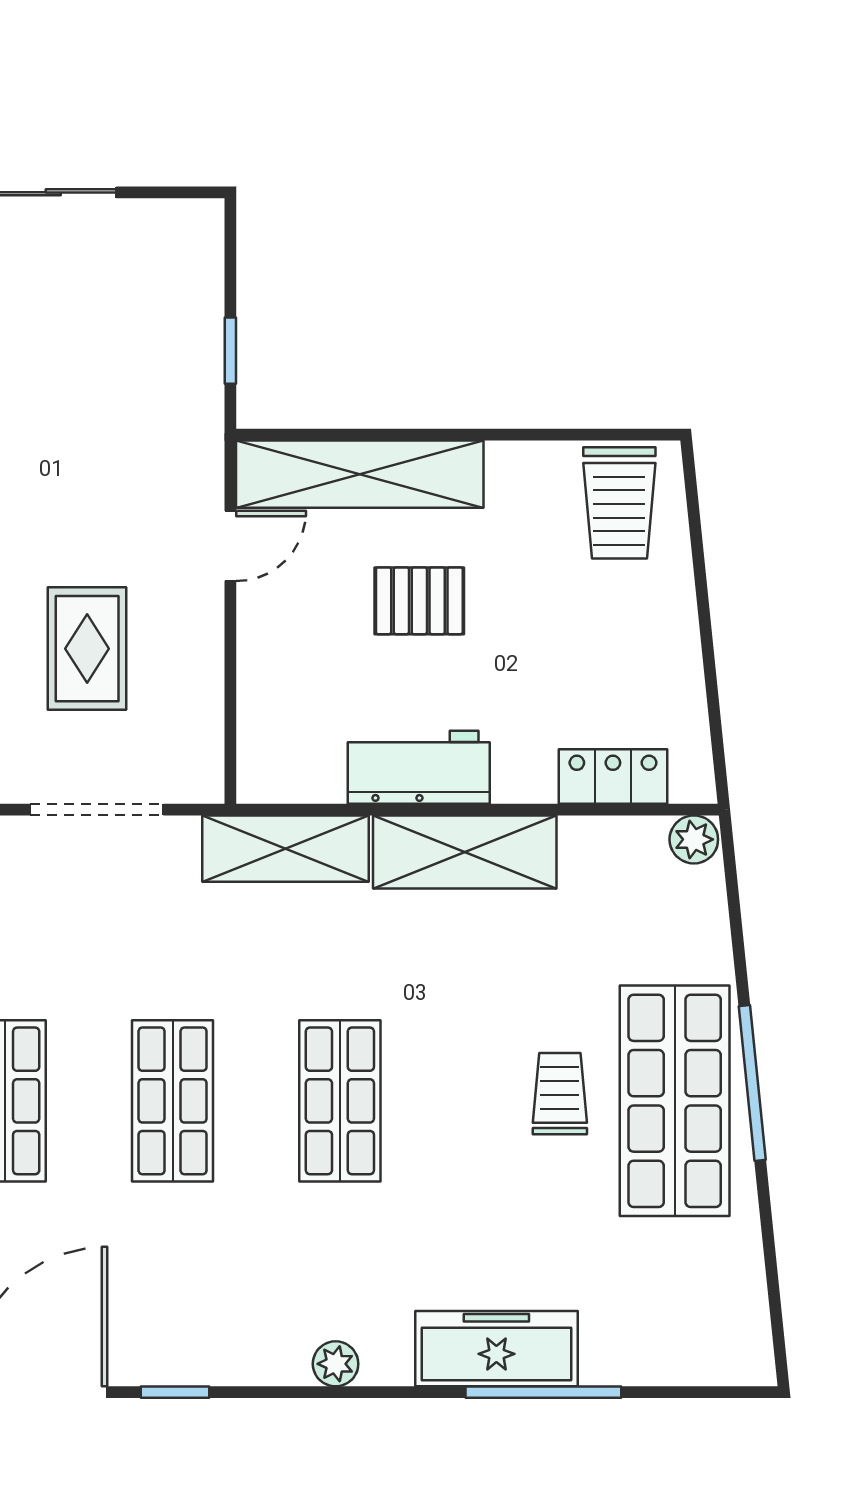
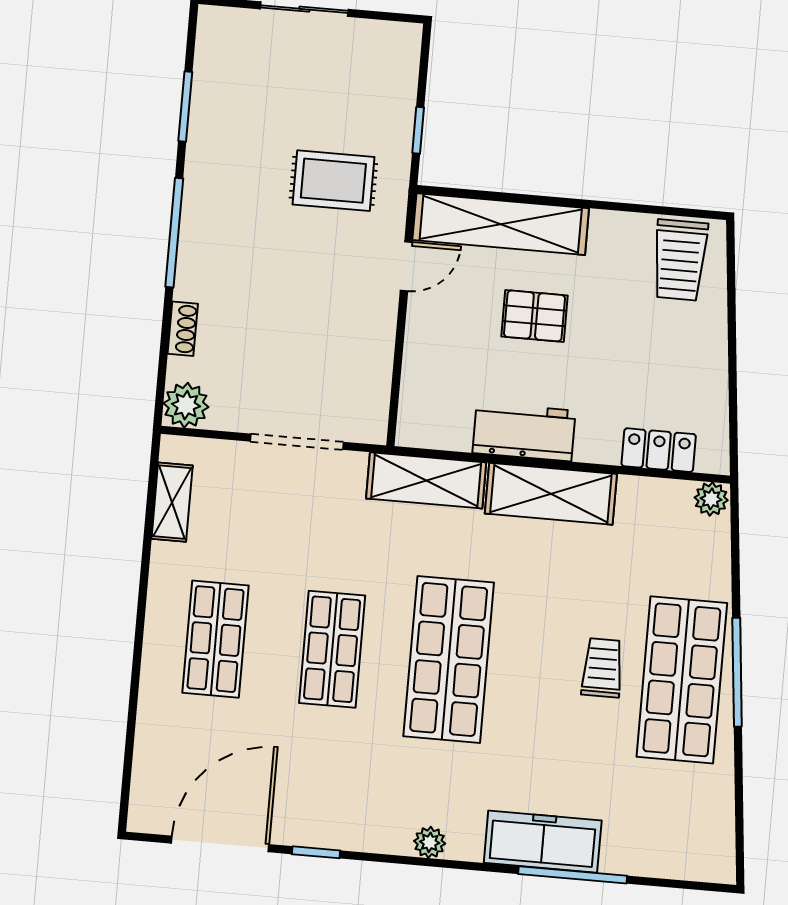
rug: (87, 649) -> (333, 181), moved, turned 90
shop shelf: (340, 1101) -> (449, 659), width x1.43, depth x1.36

